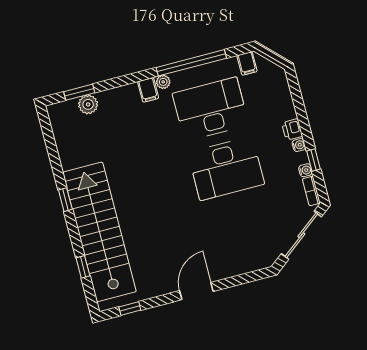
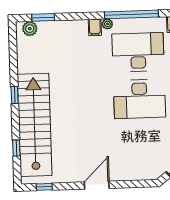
plant: (88, 104) -> (30, 29), moved

